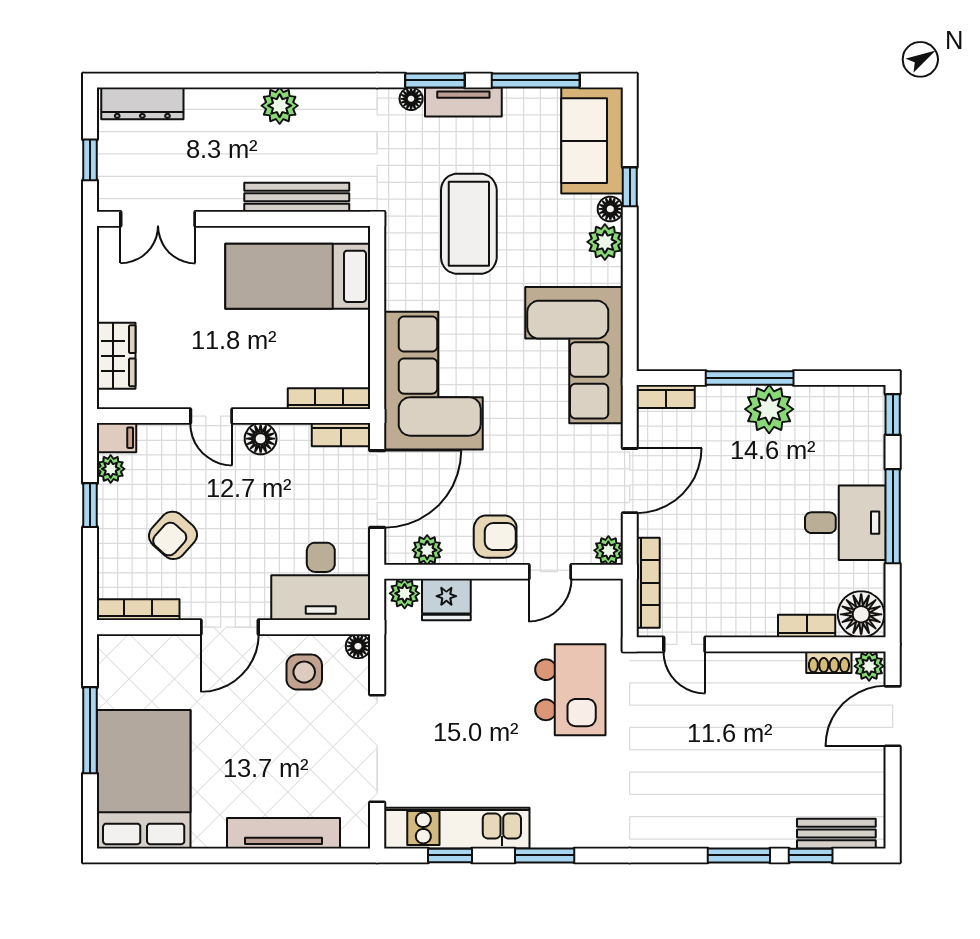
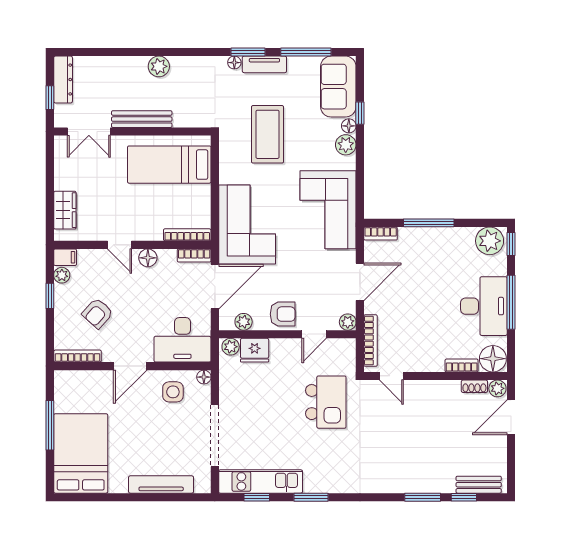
dresser: (142, 103) -> (63, 80), moved, turned -90
bench: (297, 197) -> (142, 119), moved
plant: (769, 409) -> (490, 241), moved
desk: (845, 523) -> (484, 306), width x1.37

